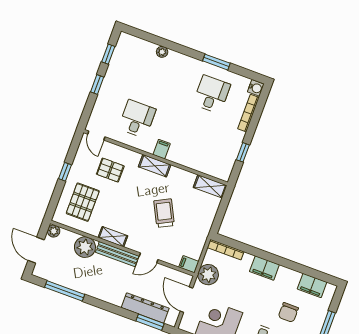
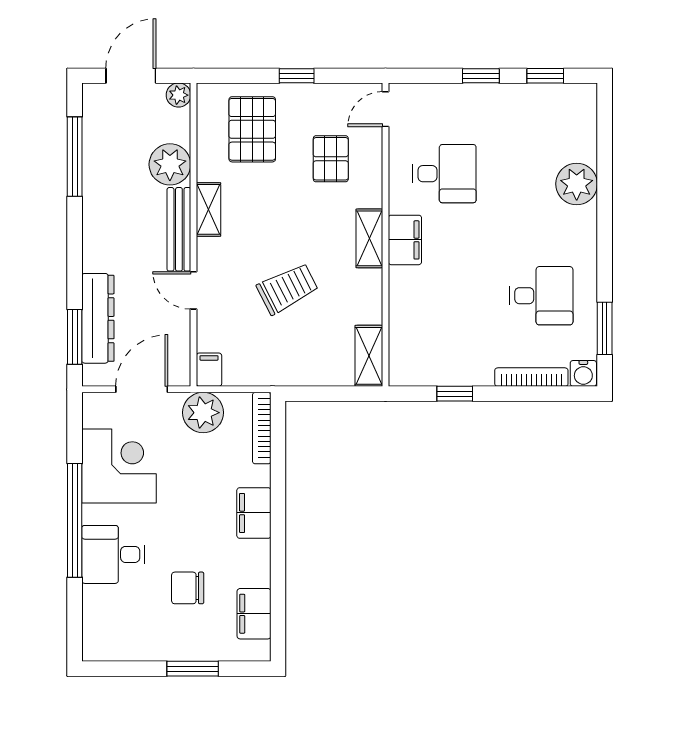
plant: (162, 52) -> (577, 184), width x1.88, depth x1.88
window: (216, 62) -> (605, 328), moved
filing cabinet: (162, 149) -> (405, 240), width x2.00
pallet: (83, 202) -> (252, 129), turned 90

